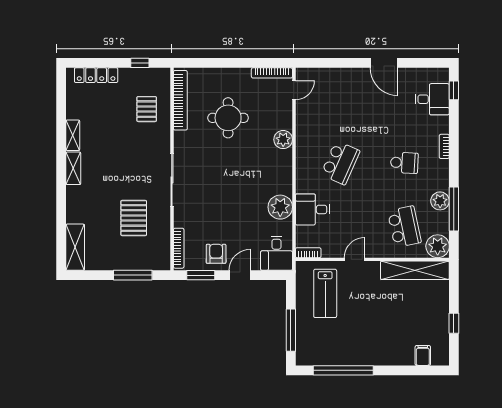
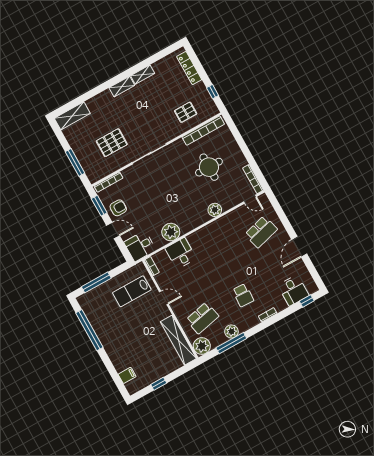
school desk: (340, 163) -> (261, 232), moved, turned -39

